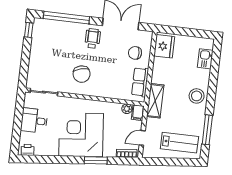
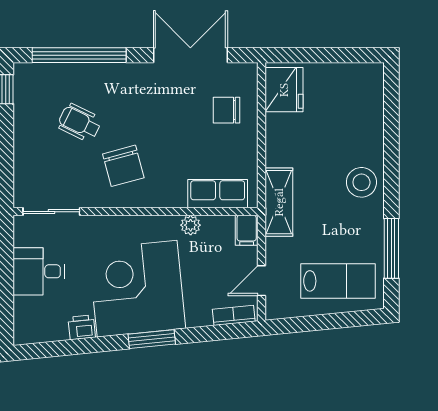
wheelchair: (93, 38) -> (80, 123), moved, turned -64
kitchen sink: (205, 59) -> (370, 105), removed
row of seats: (140, 82) -> (218, 194), moved, turned 90
plant: (127, 109) -> (191, 225), moved
printer: (28, 150) -> (82, 327), moved
window: (96, 160) -> (152, 339), moved

